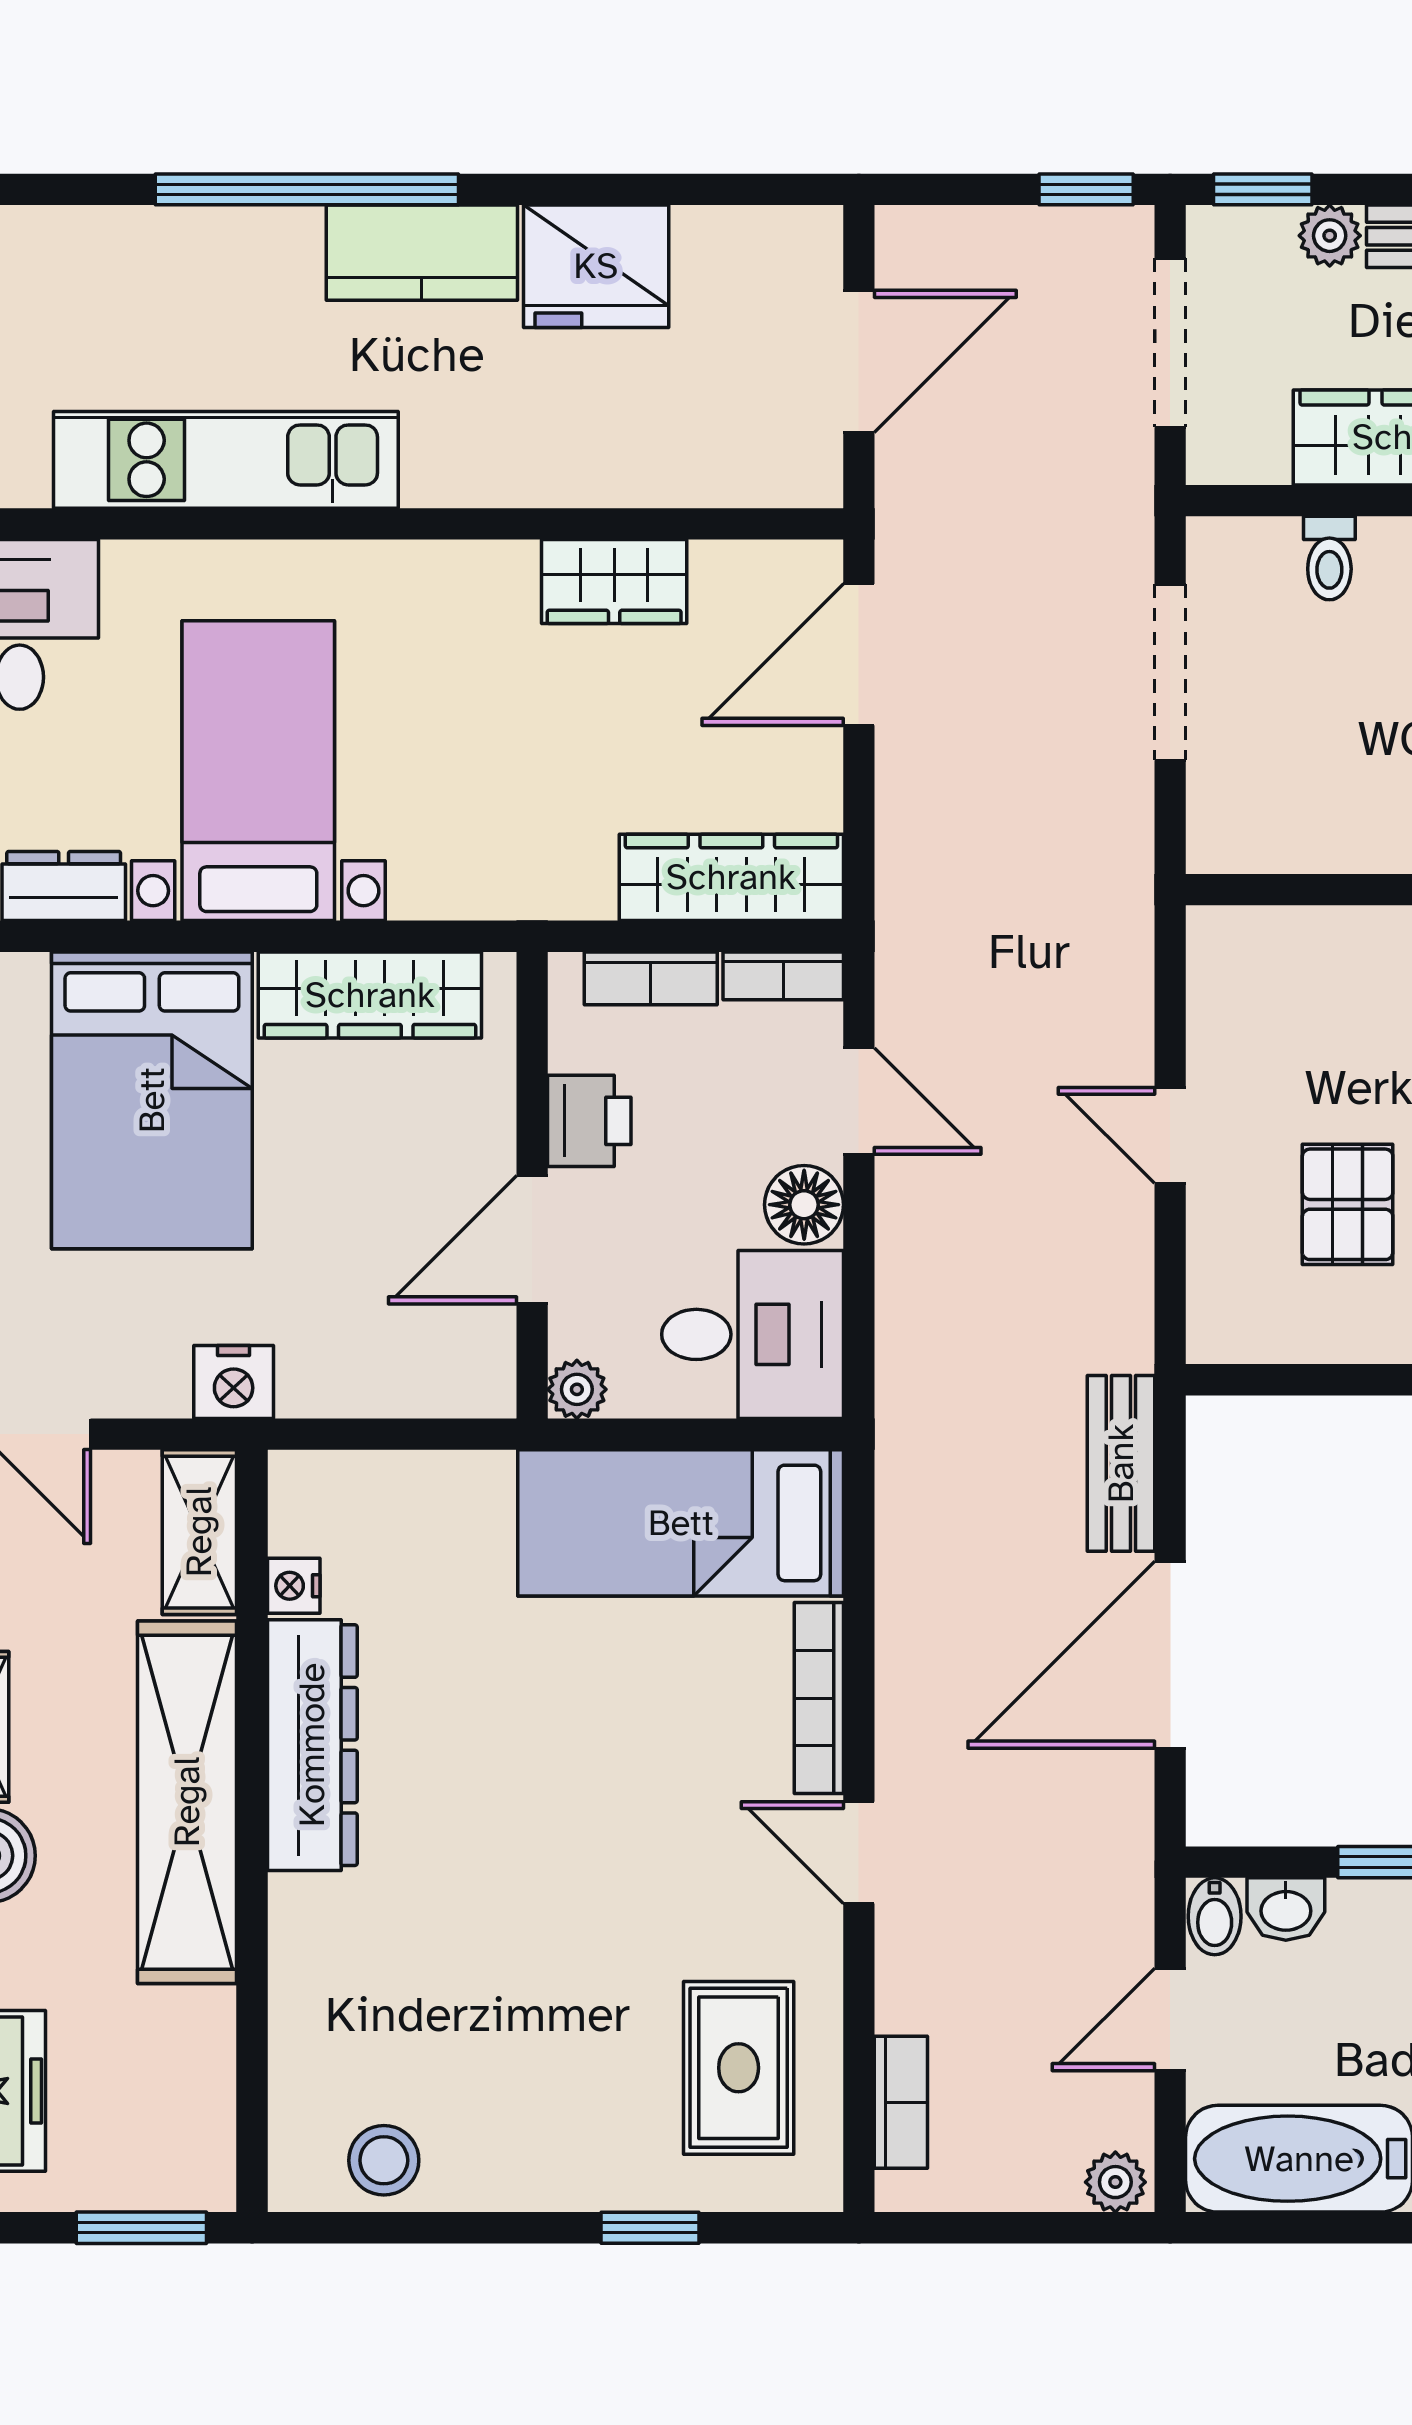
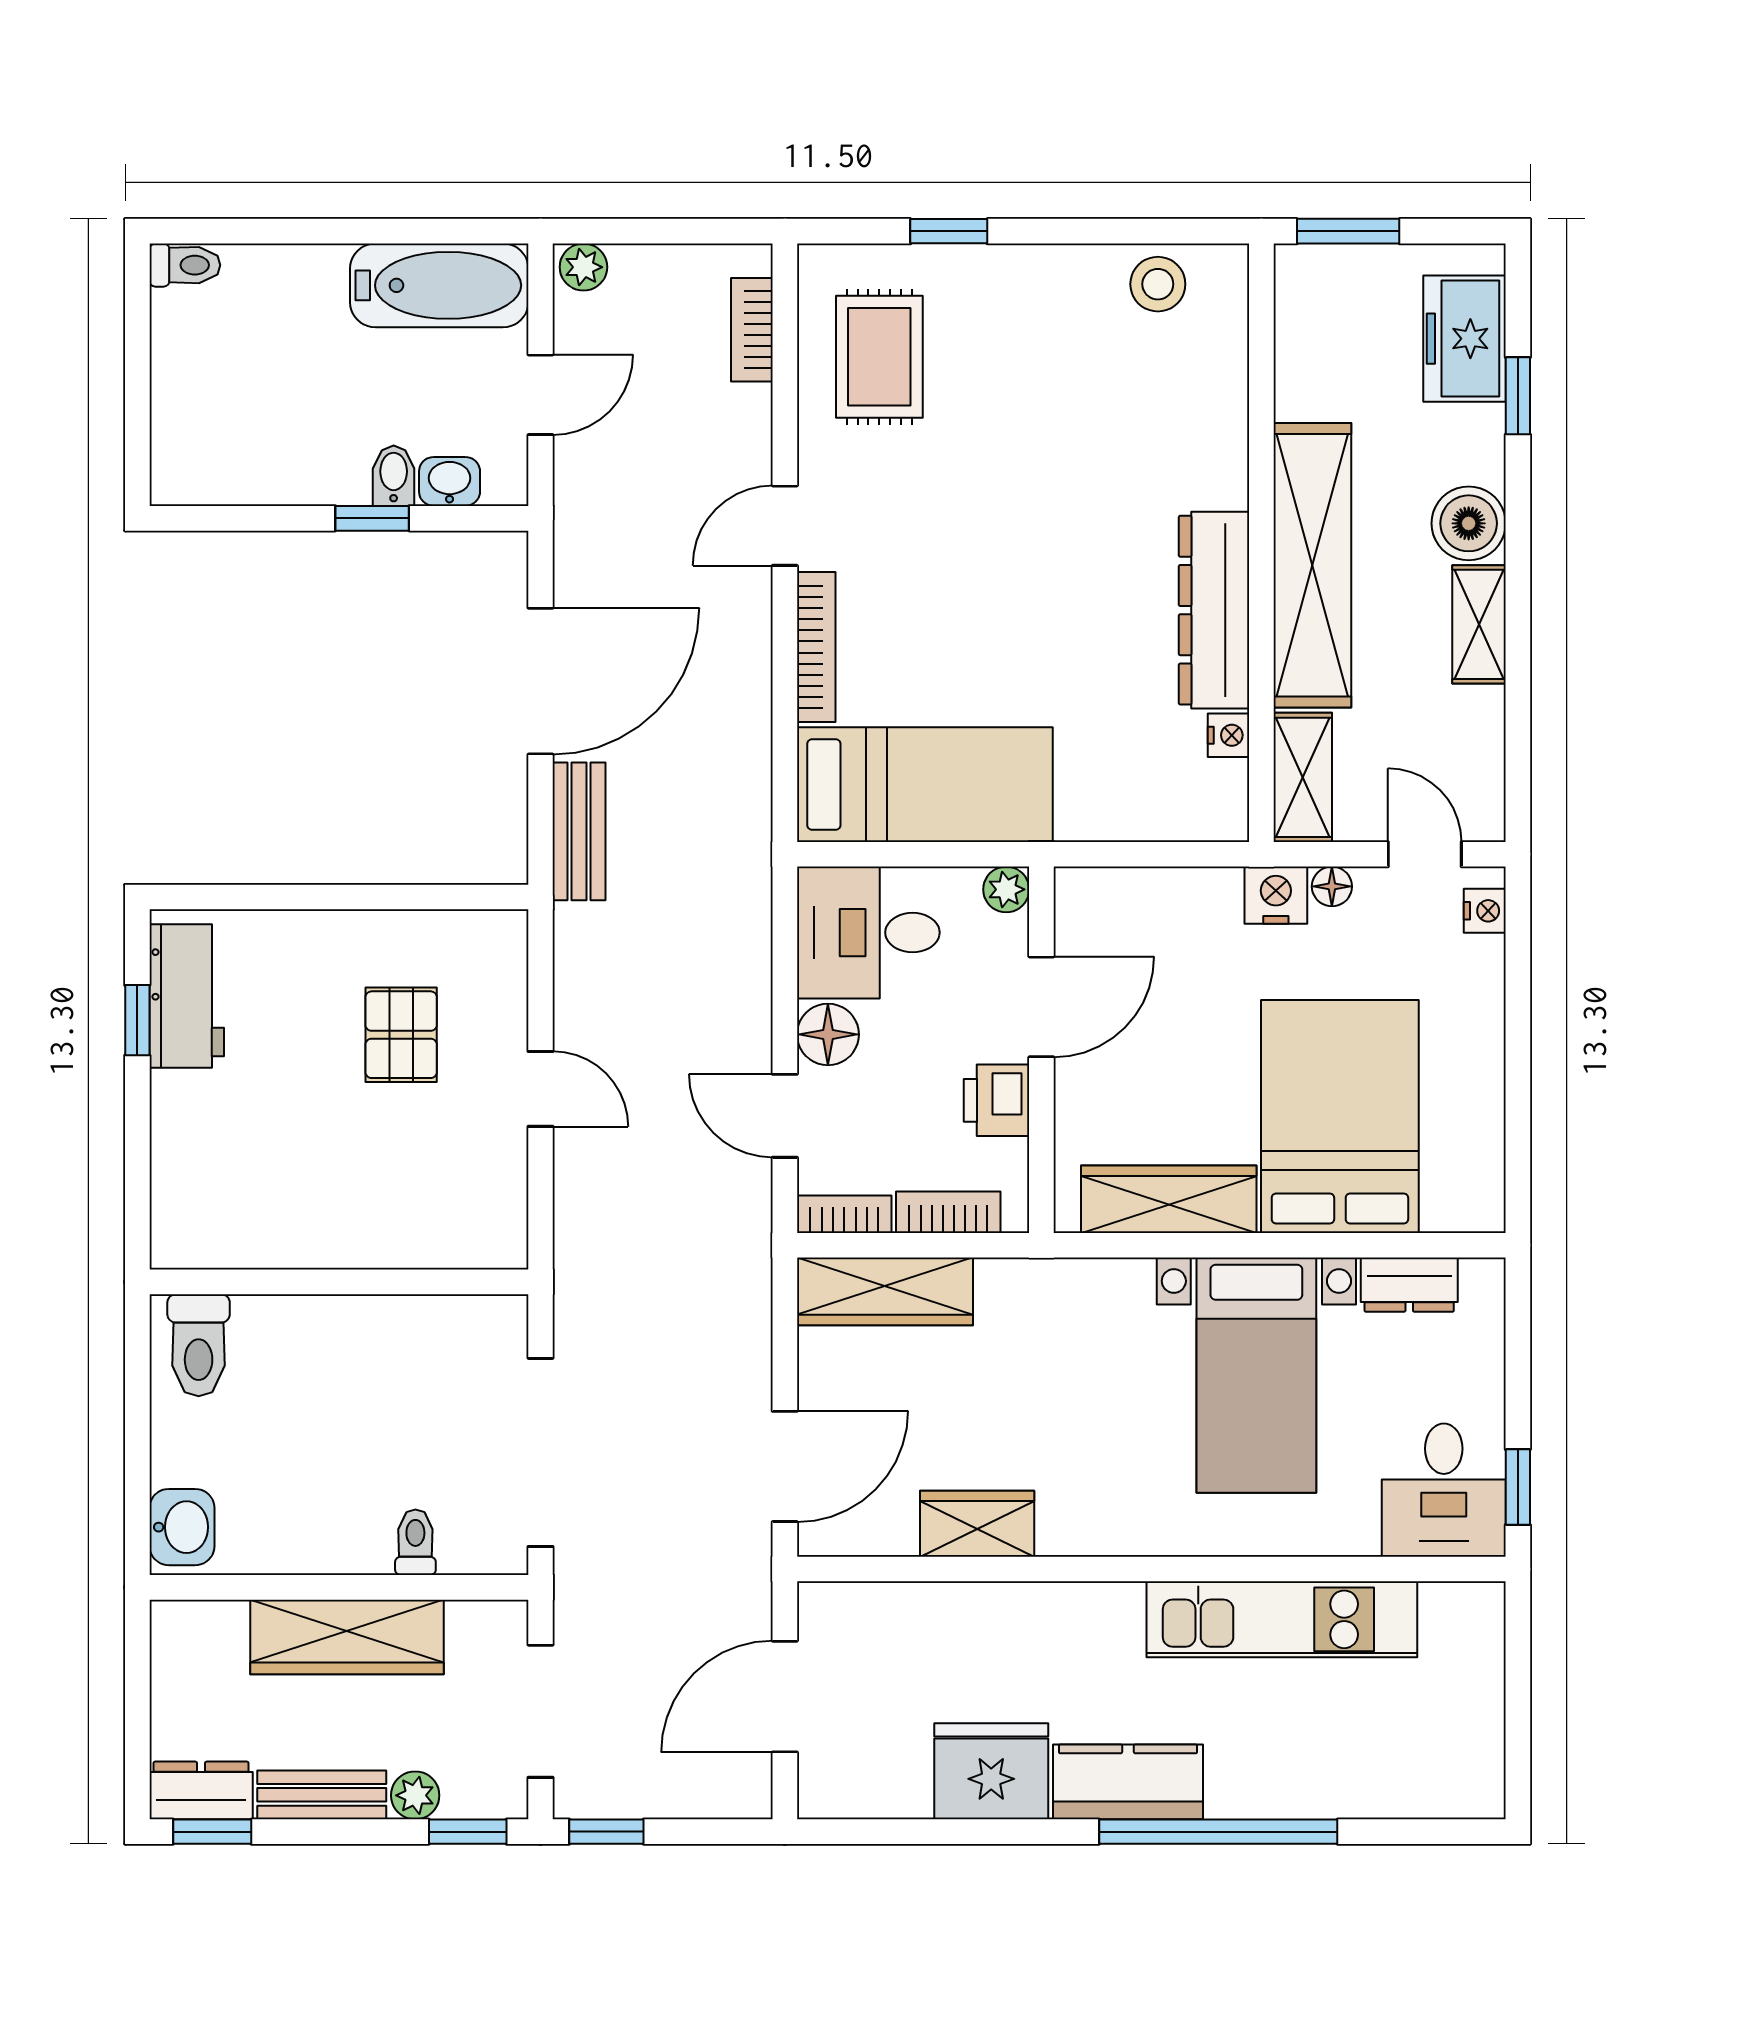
doorway: (1170, 672) -> (540, 1452), width x1.36
floor lamp: (162, 1393) -> (1332, 886), added
door: (859, 1853) -> (785, 526), swing flipped
bidet: (1215, 1916) -> (394, 476), moved

